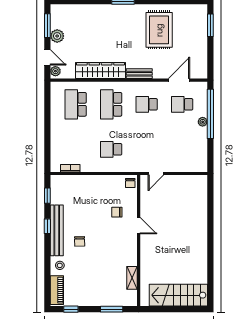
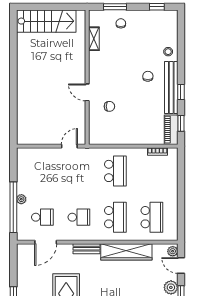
school desk: (111, 149) -> (115, 171), width x1.85
chair: (130, 183) -> (121, 23), moved
piano: (57, 290) -> (171, 130), moved

